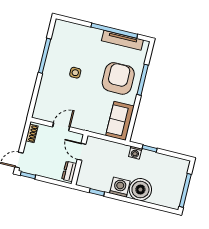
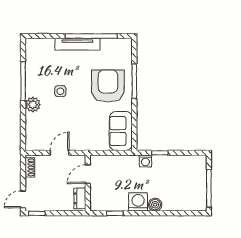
tv unit: (122, 40) -> (77, 44), moved
plant: (48, 78) -> (33, 104), added
door: (82, 152) -> (88, 174), hinge flipped
boiler: (140, 190) -> (155, 205), width x0.54, depth x0.54

